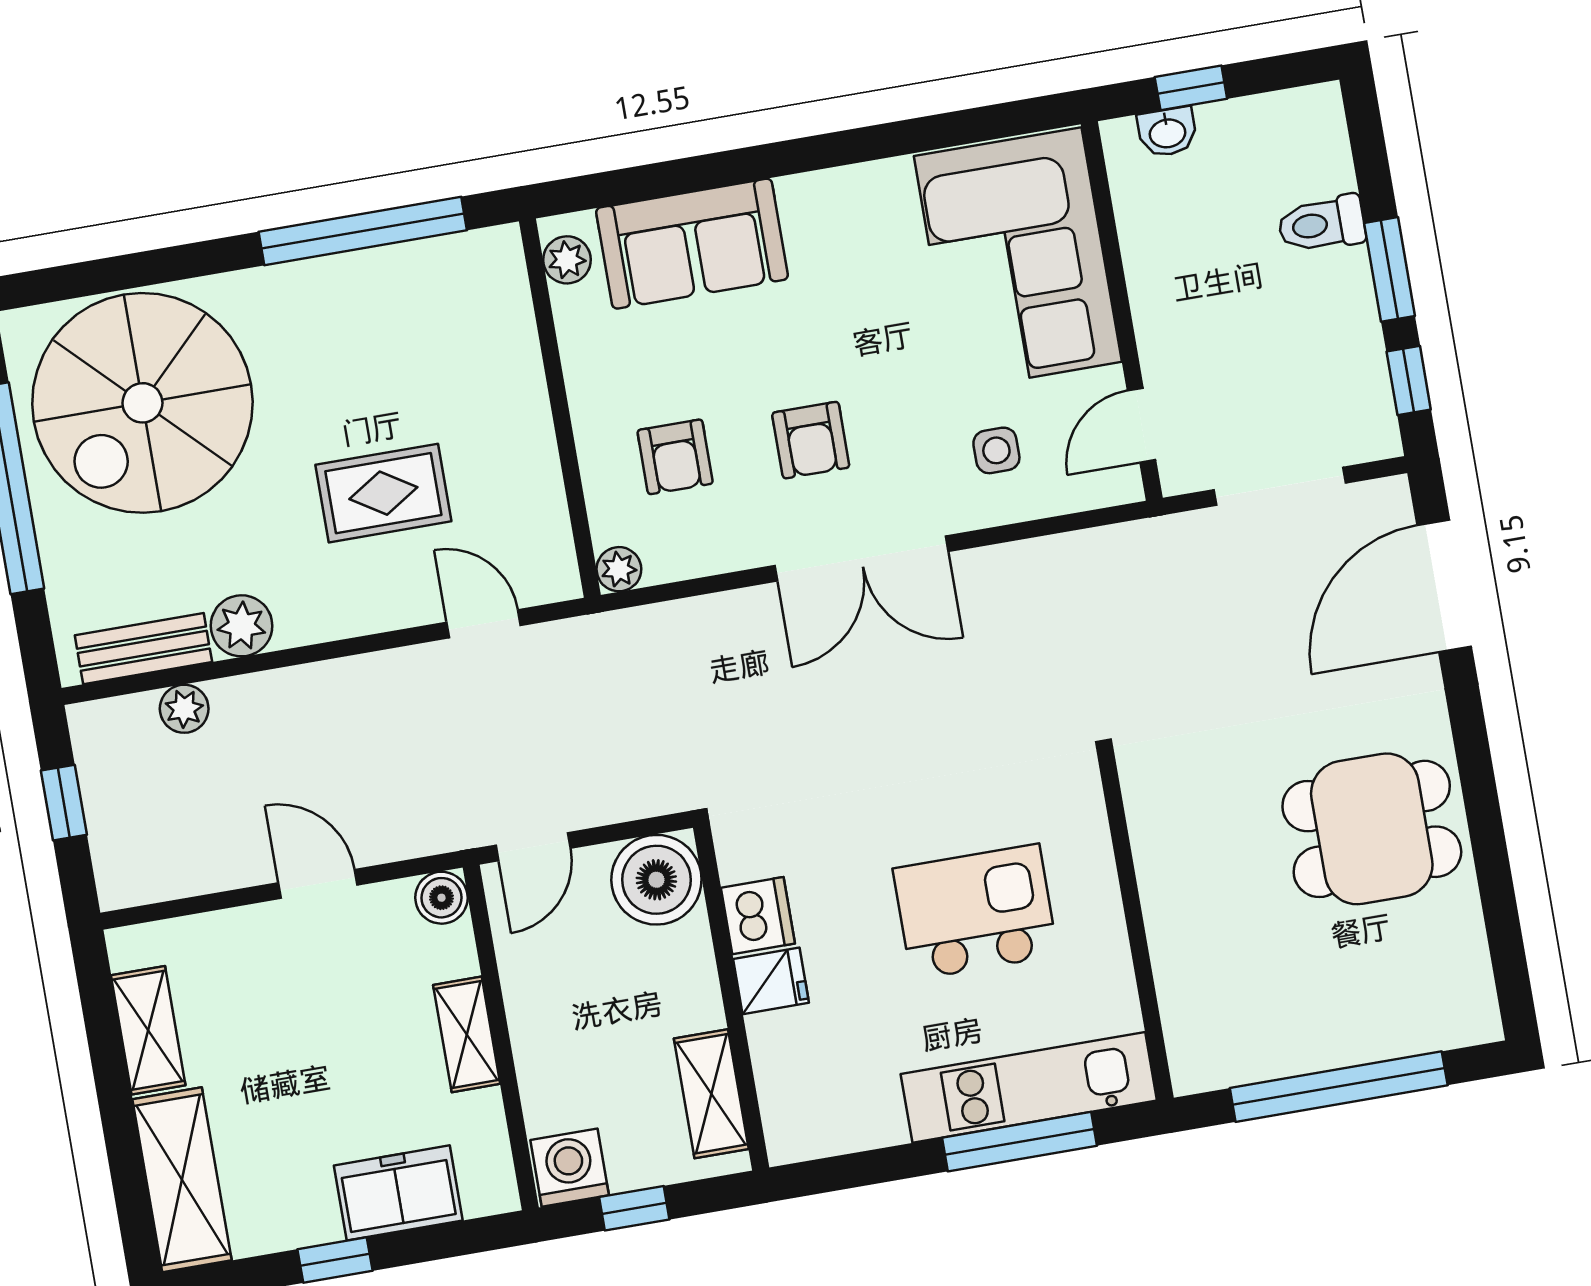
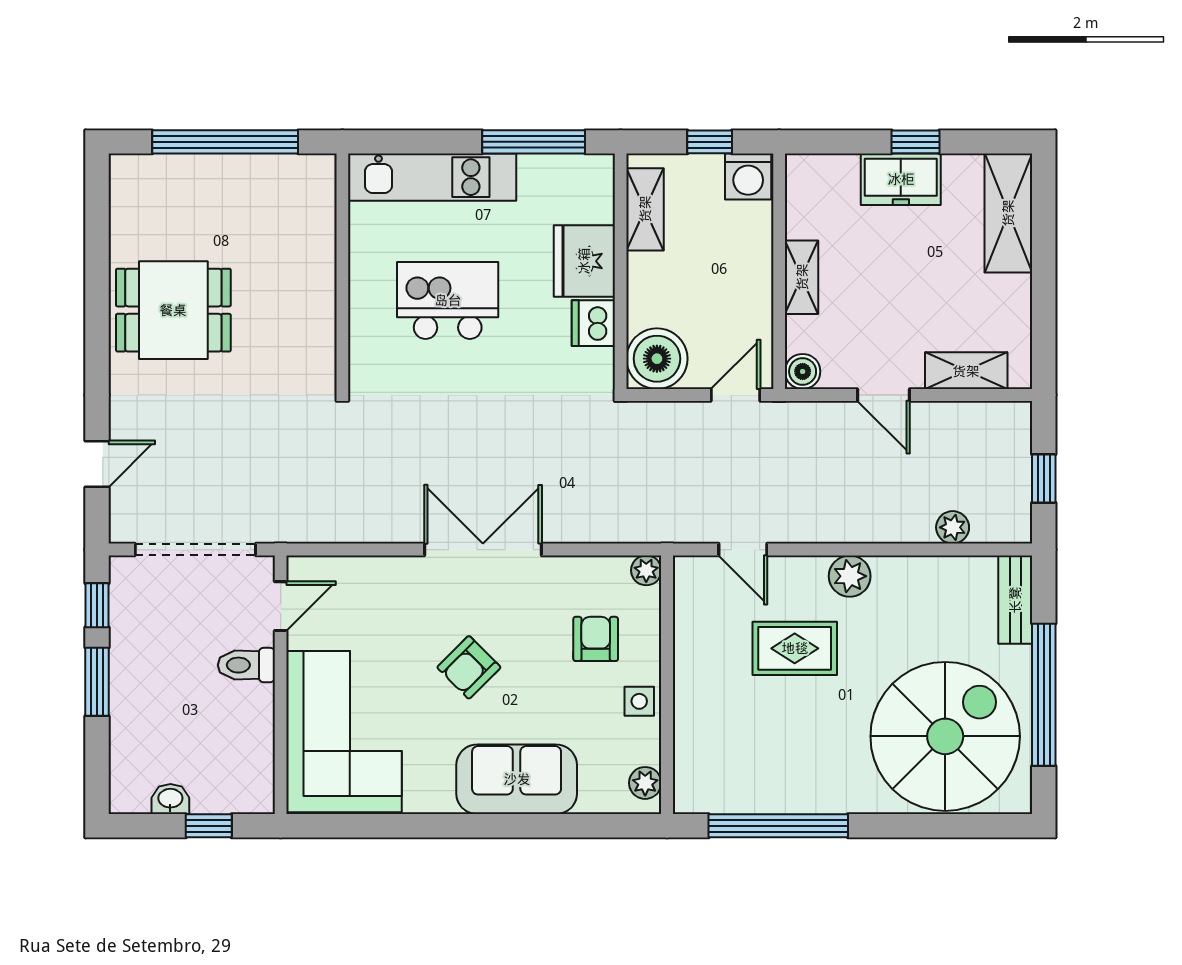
washbasin: (1167, 132) -> (170, 799), moved
toilet: (1322, 224) -> (246, 665), moved, turned 180
sofa: (692, 244) -> (517, 779), moved
armchair: (811, 440) -> (469, 667), moved, turned -135
side table: (996, 450) -> (639, 701), moved
doorway: (1280, 486) -> (195, 550), width x1.36
door: (1444, 586) -> (97, 464), width x0.53
plant: (242, 626) -> (850, 576), moved
bench: (143, 649) -> (1015, 600), moved, turned 90
kitchen island: (975, 912) -> (448, 300), turned 180
fridge: (771, 981) -> (584, 261), width x1.88, depth x1.34
shelving: (148, 1030) -> (966, 371), moved, turned 90
window: (1020, 1142) -> (534, 142), moved
freezer: (398, 1193) -> (901, 179), moved

